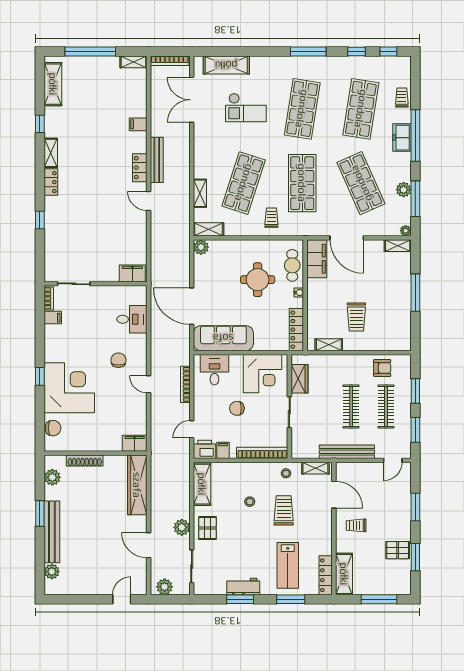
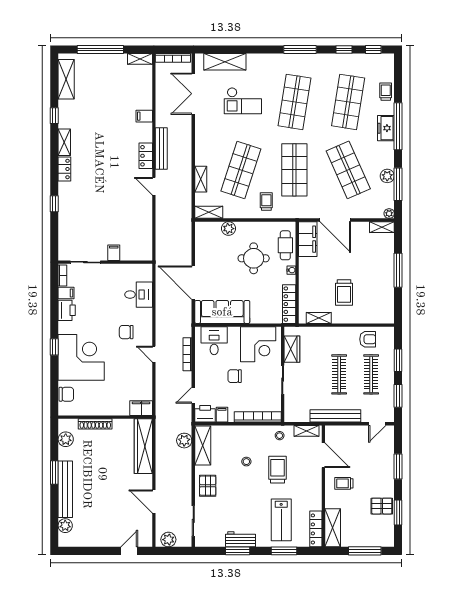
plant: (201, 247) -> (228, 229), moved
filing cabinet: (132, 273) -> (114, 253), moved, width x0.50
printer: (53, 336) -> (67, 310), added
chair: (118, 360) -> (126, 332), turned -90
plant: (182, 527) -> (184, 441), moved

